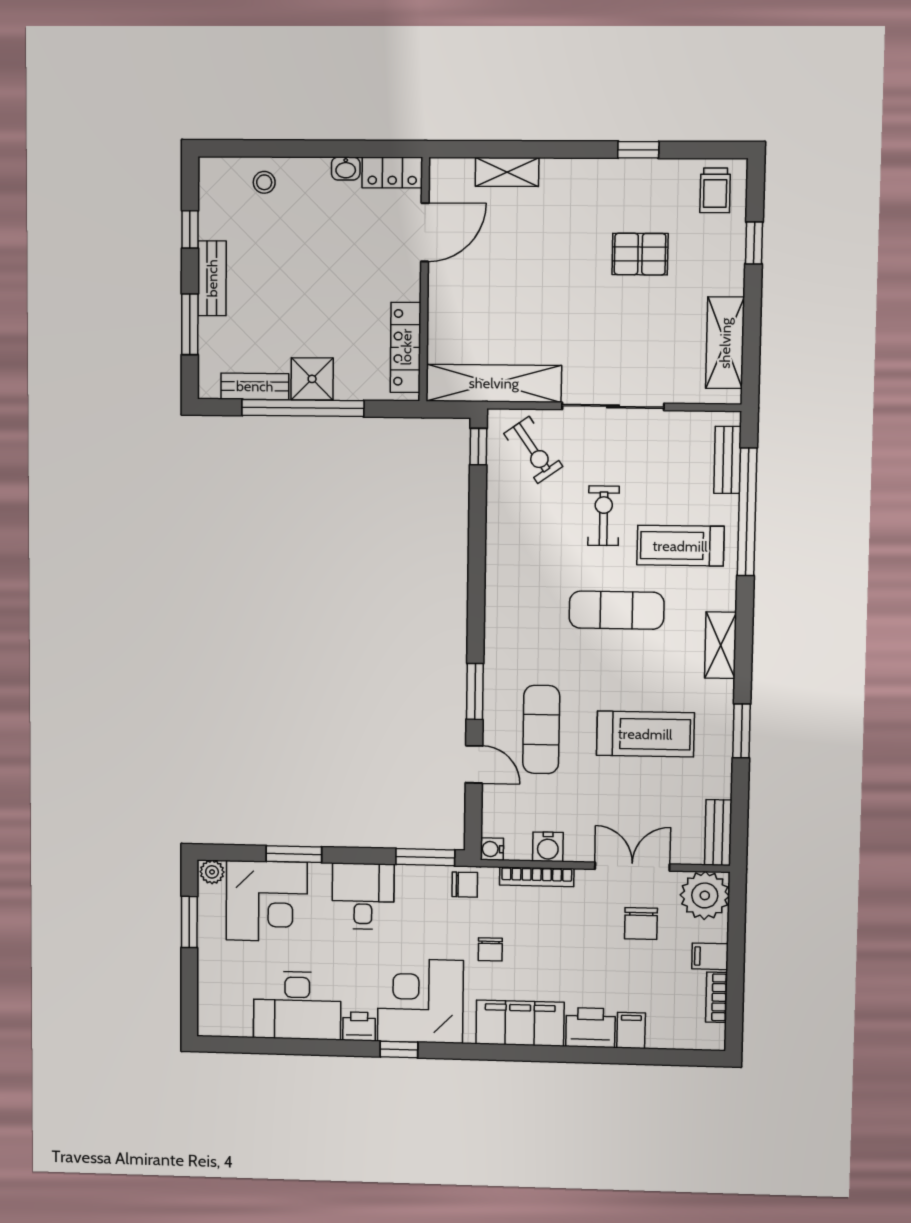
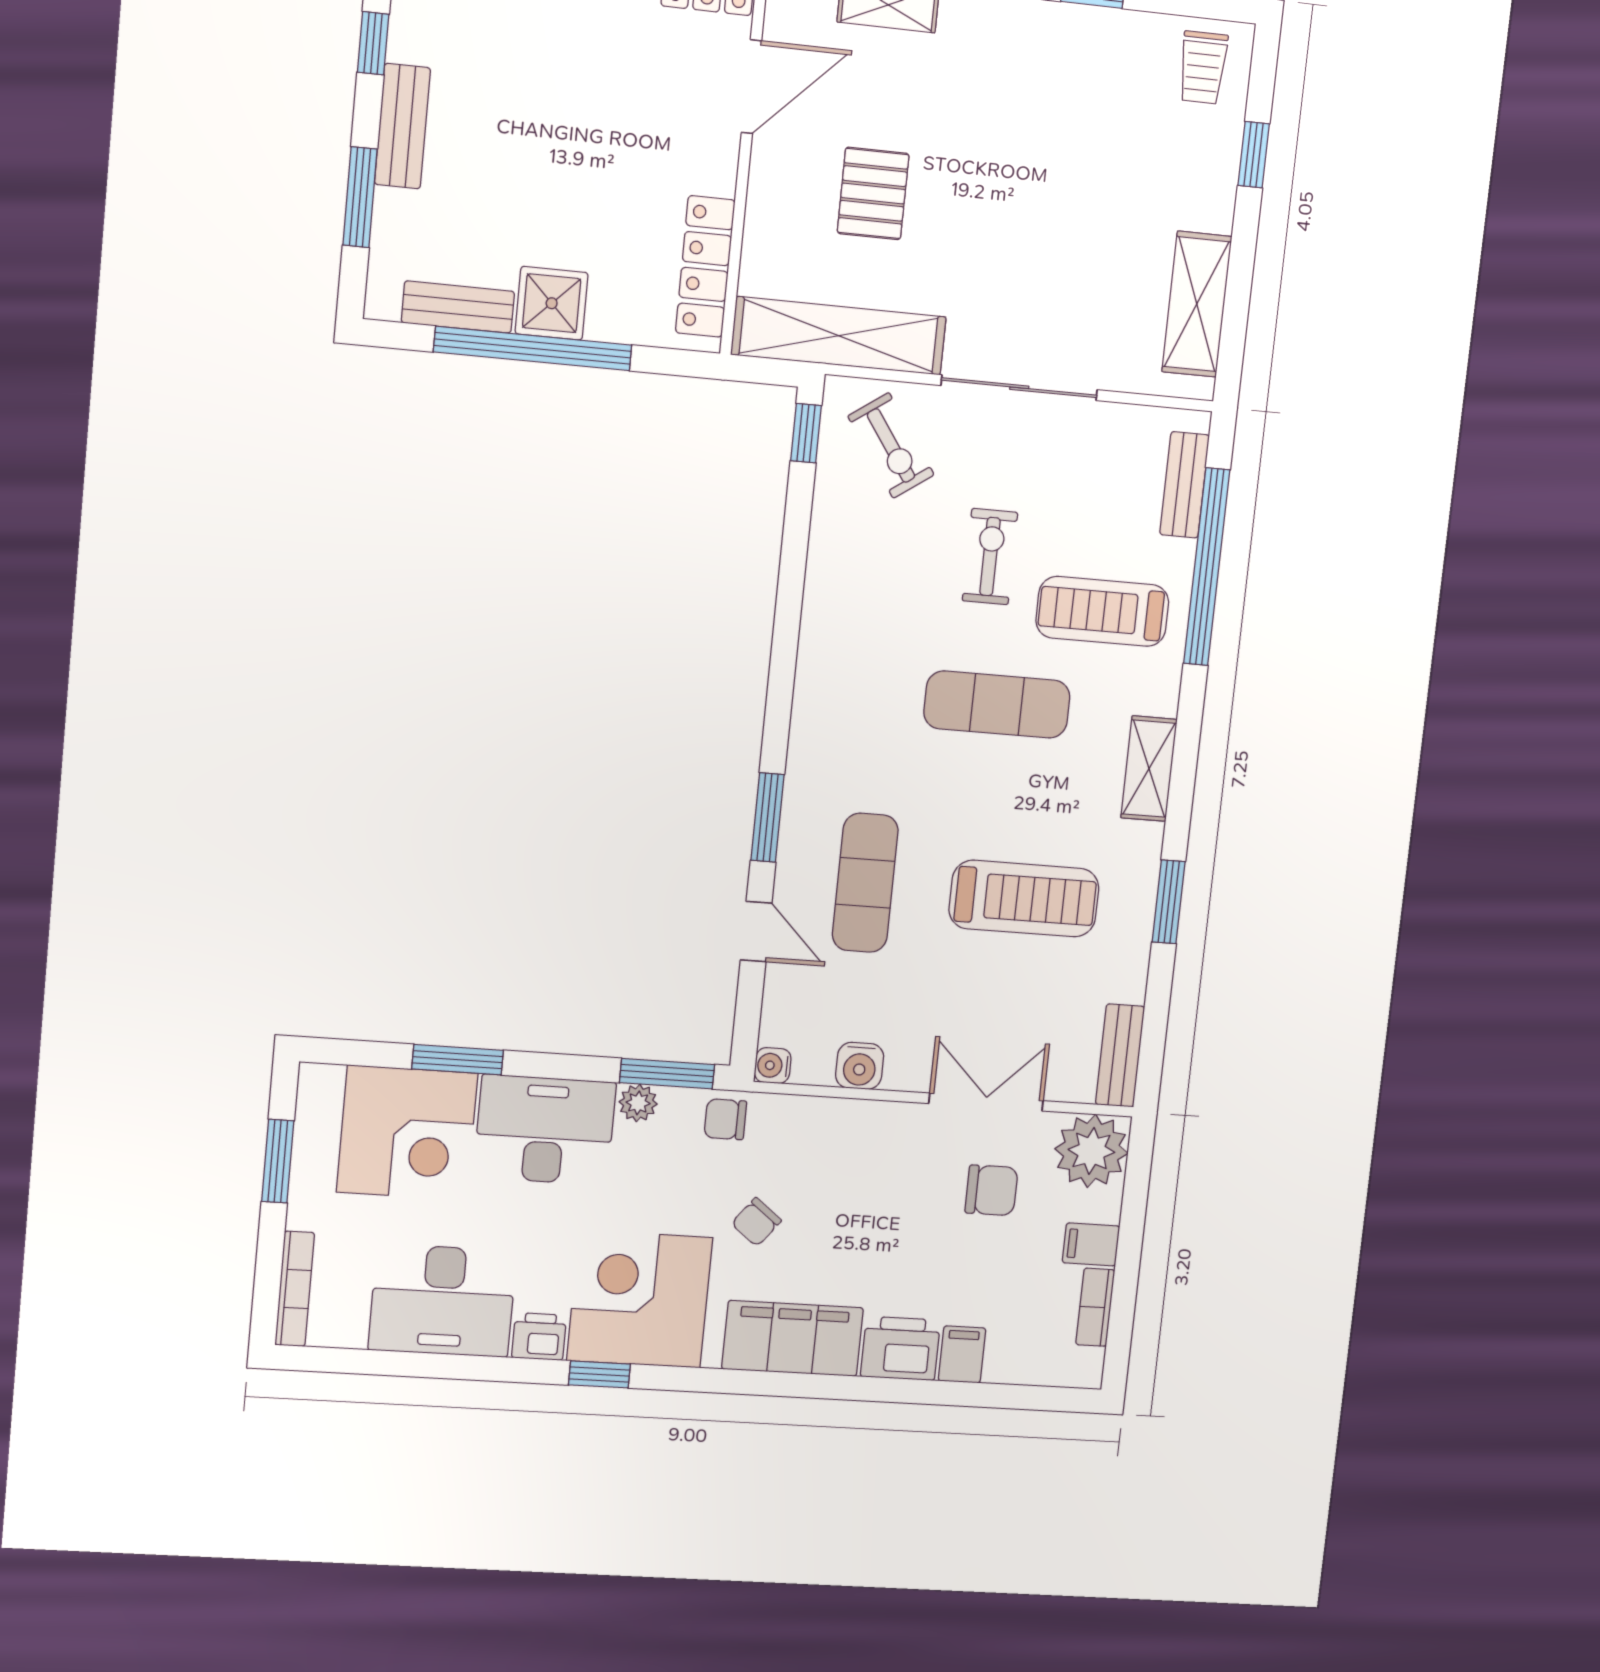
pallet: (640, 254) -> (873, 193), moved, turned 90
plant: (212, 872) -> (638, 1103), moved
bookcase: (537, 877) -> (295, 1289), moved, turned -90
chair: (465, 885) -> (725, 1119), turned 180
desk: (363, 896) -> (545, 1130), width x1.37
chair: (641, 923) -> (991, 1190), turned -90
chair: (490, 949) -> (756, 1222), turned 38

